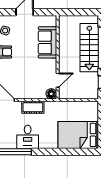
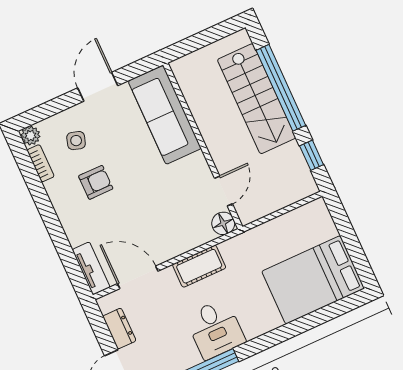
sofa: (47, 42) -> (165, 115), width x1.36

